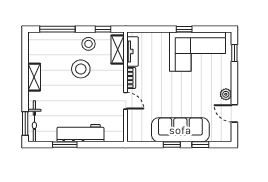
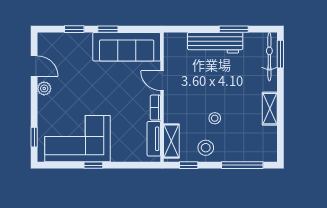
stool: (81, 69) -> (215, 118), width x0.53, depth x0.53
sofa: (180, 130) -> (127, 47), moved

